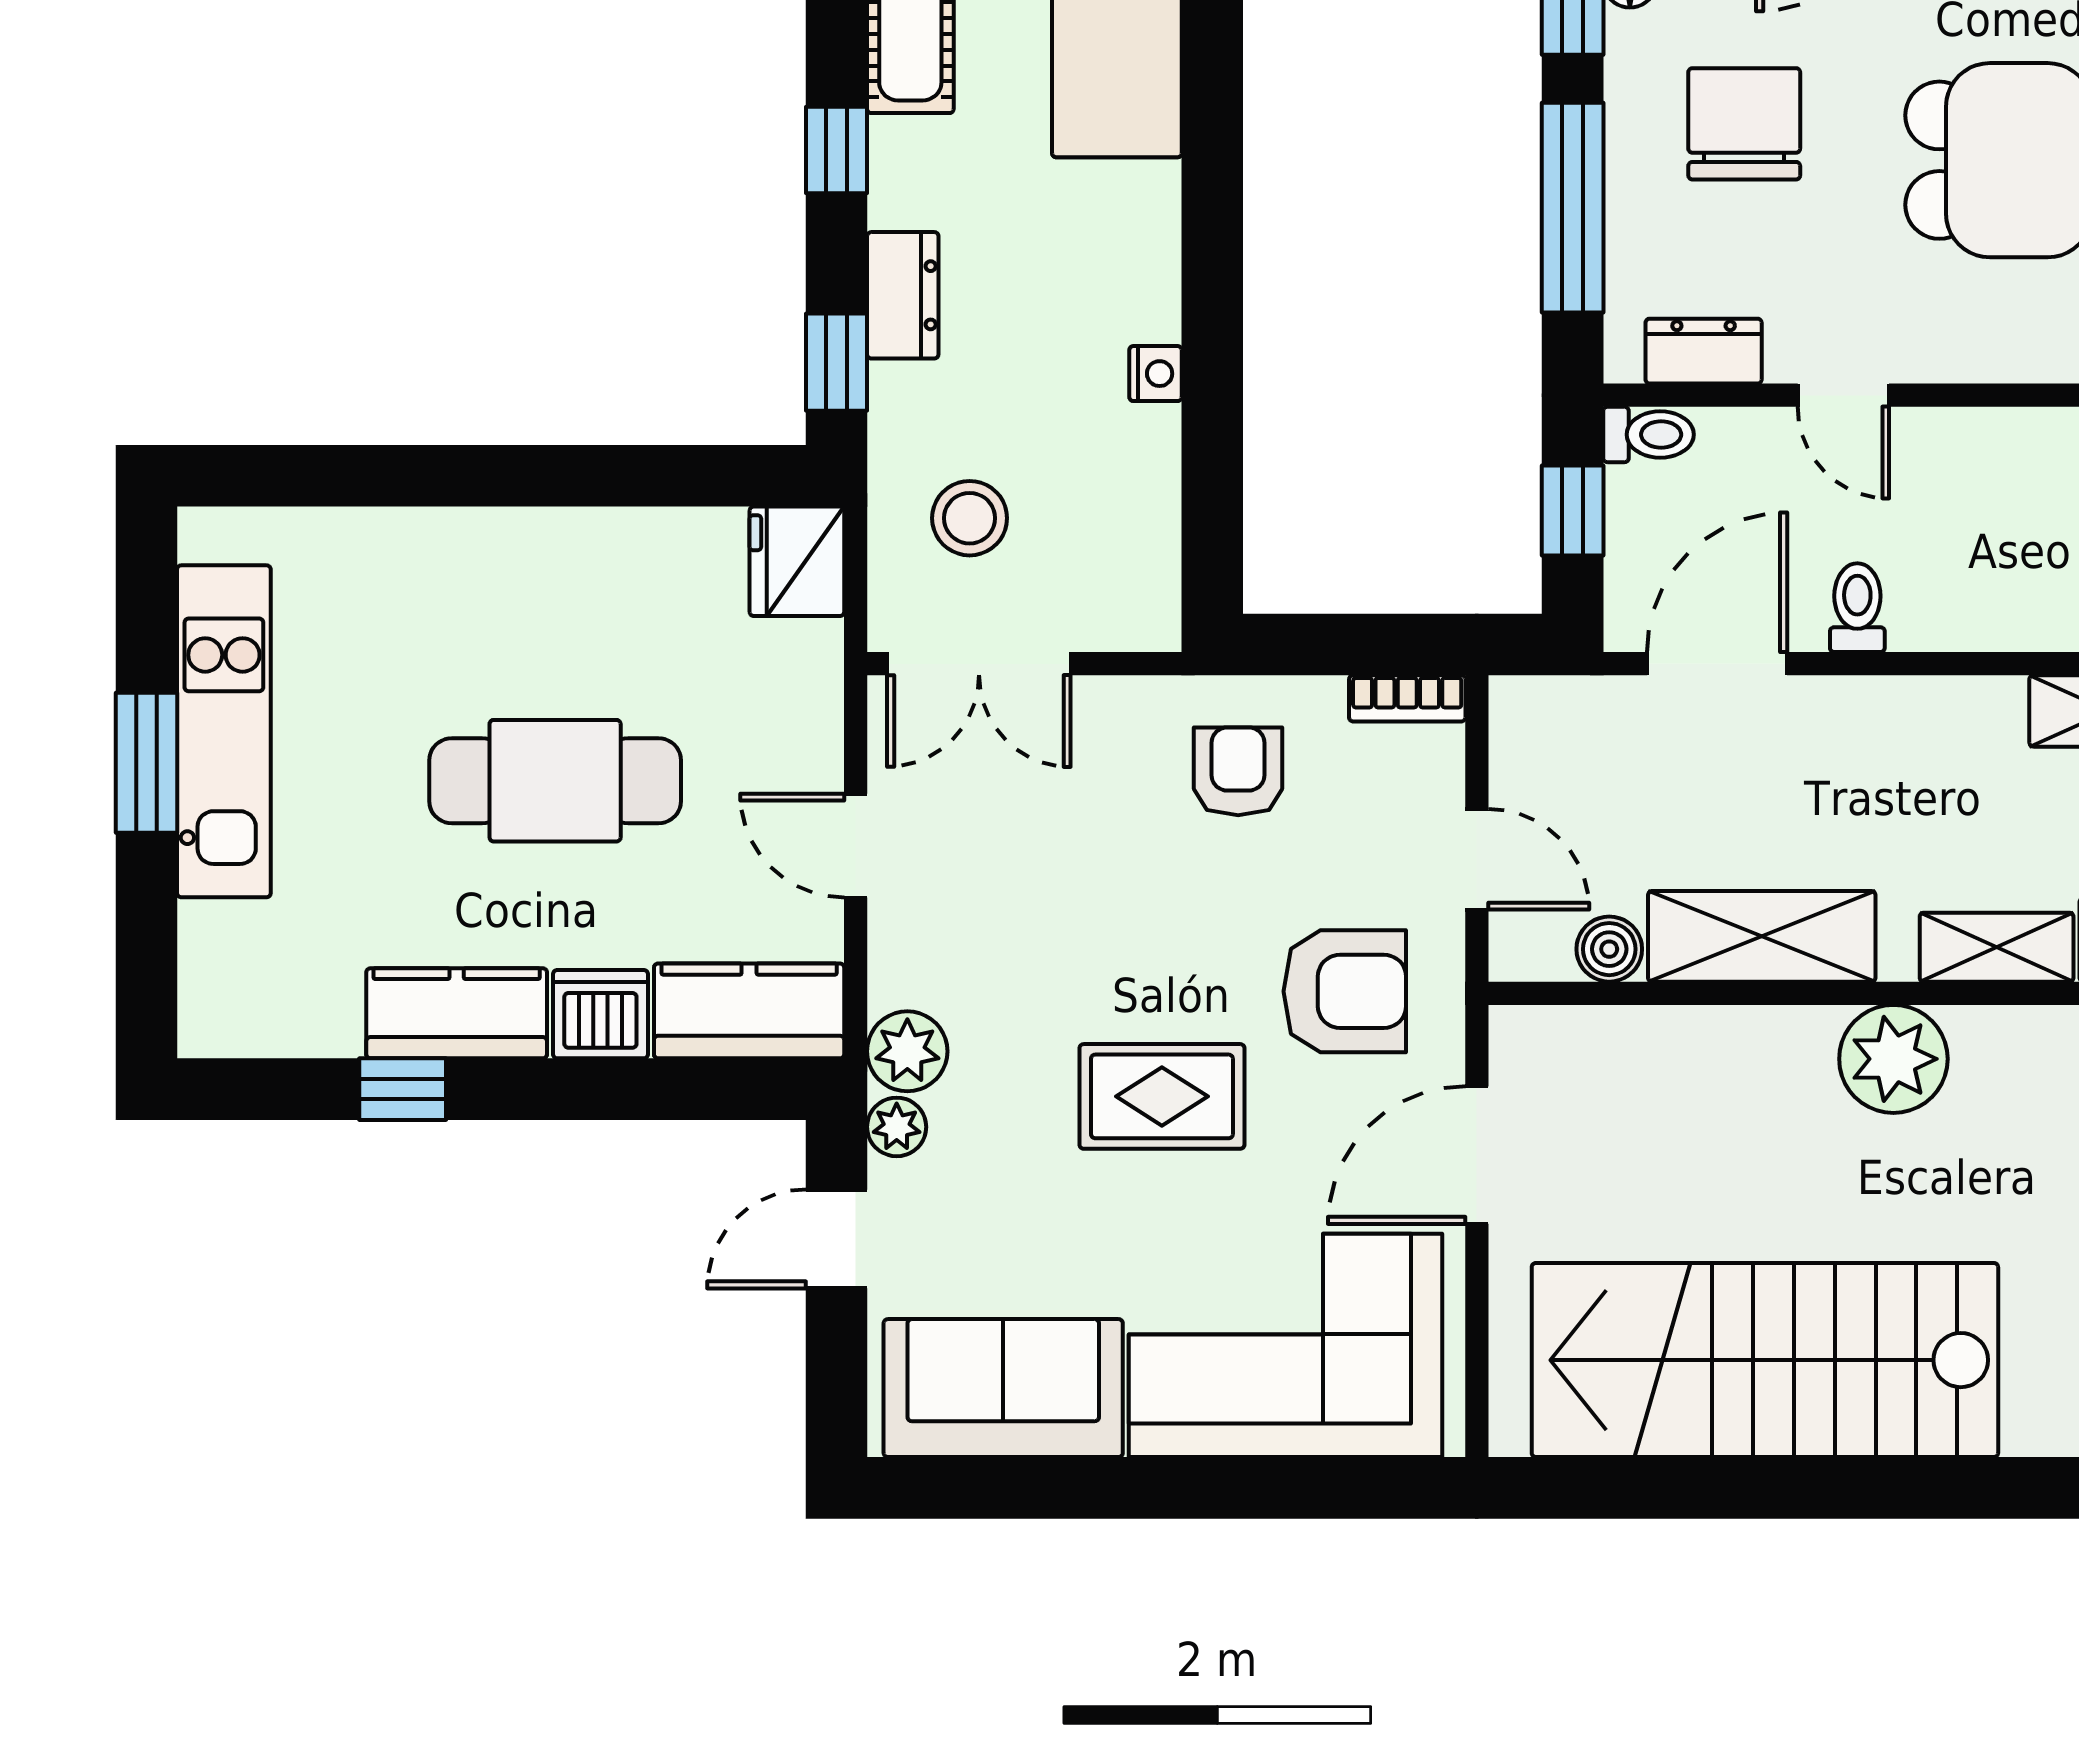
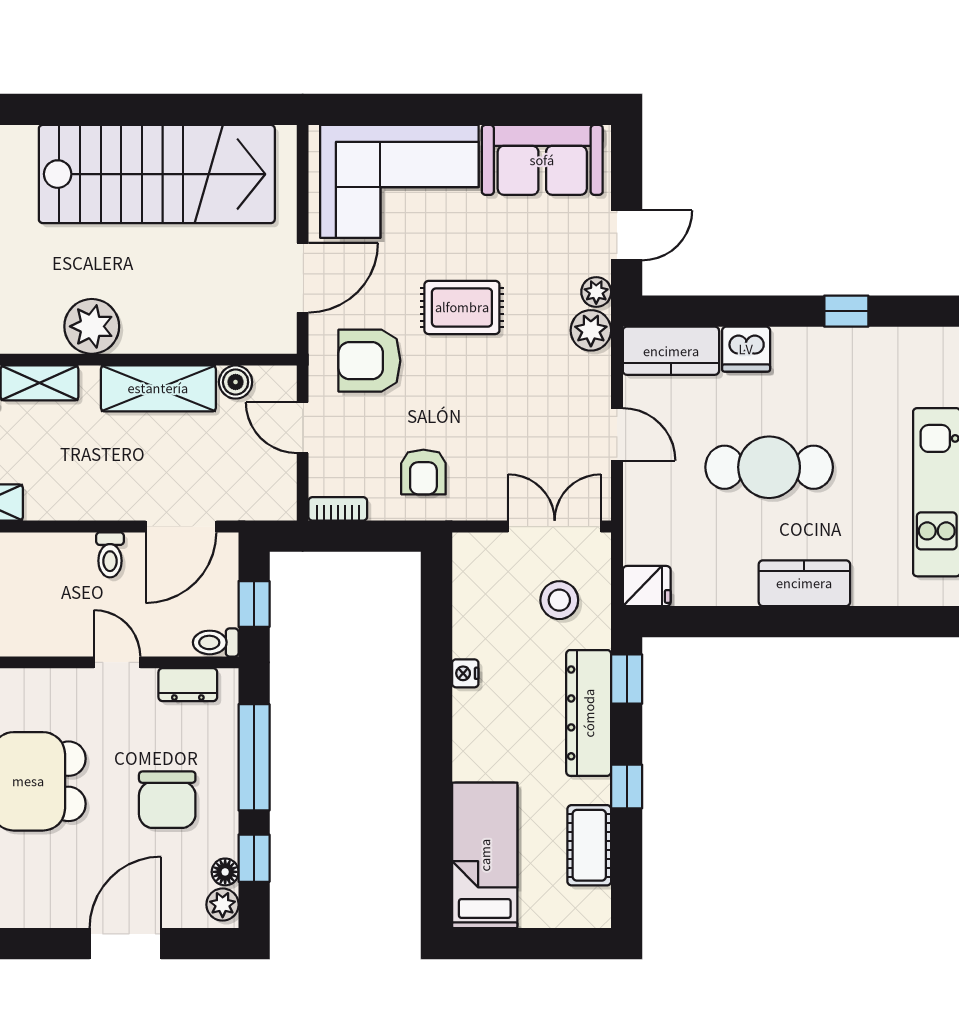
dresser: (903, 295) -> (589, 713), width x1.96, depth x1.24
fridge: (797, 561) -> (647, 586), width x0.72
kitchen counter: (457, 1013) -> (804, 583), moved, turned 180

